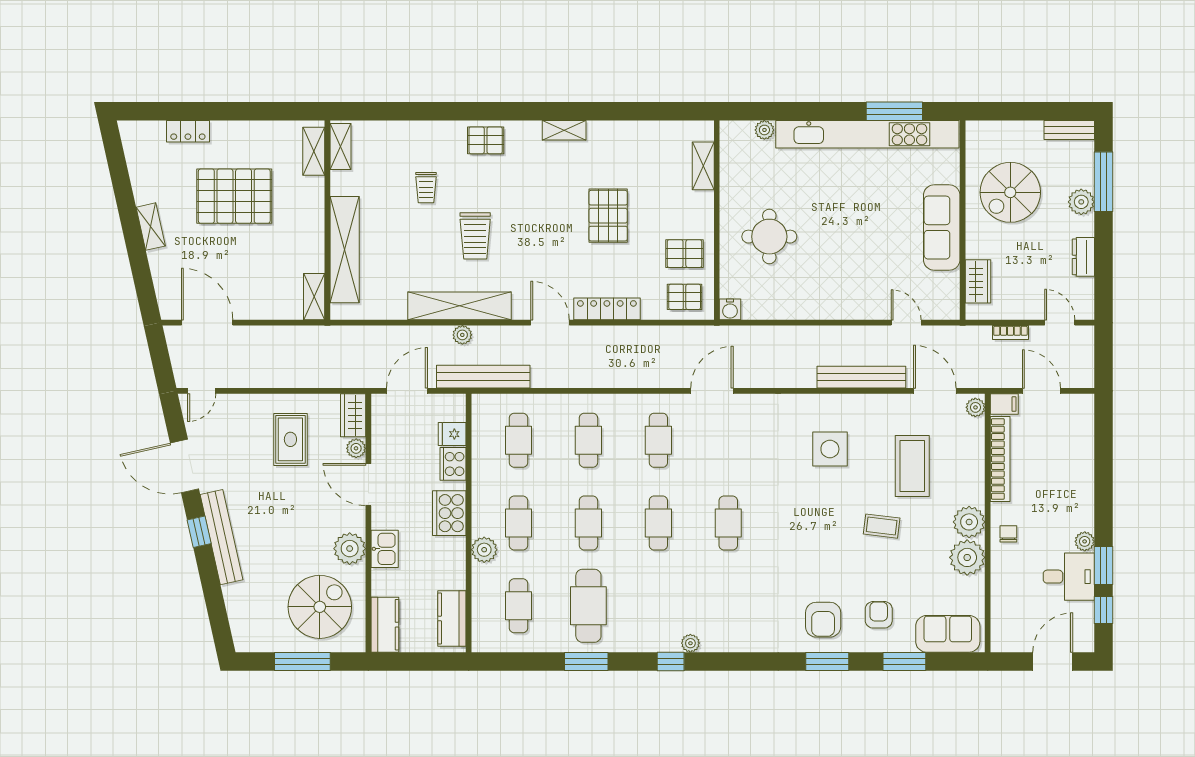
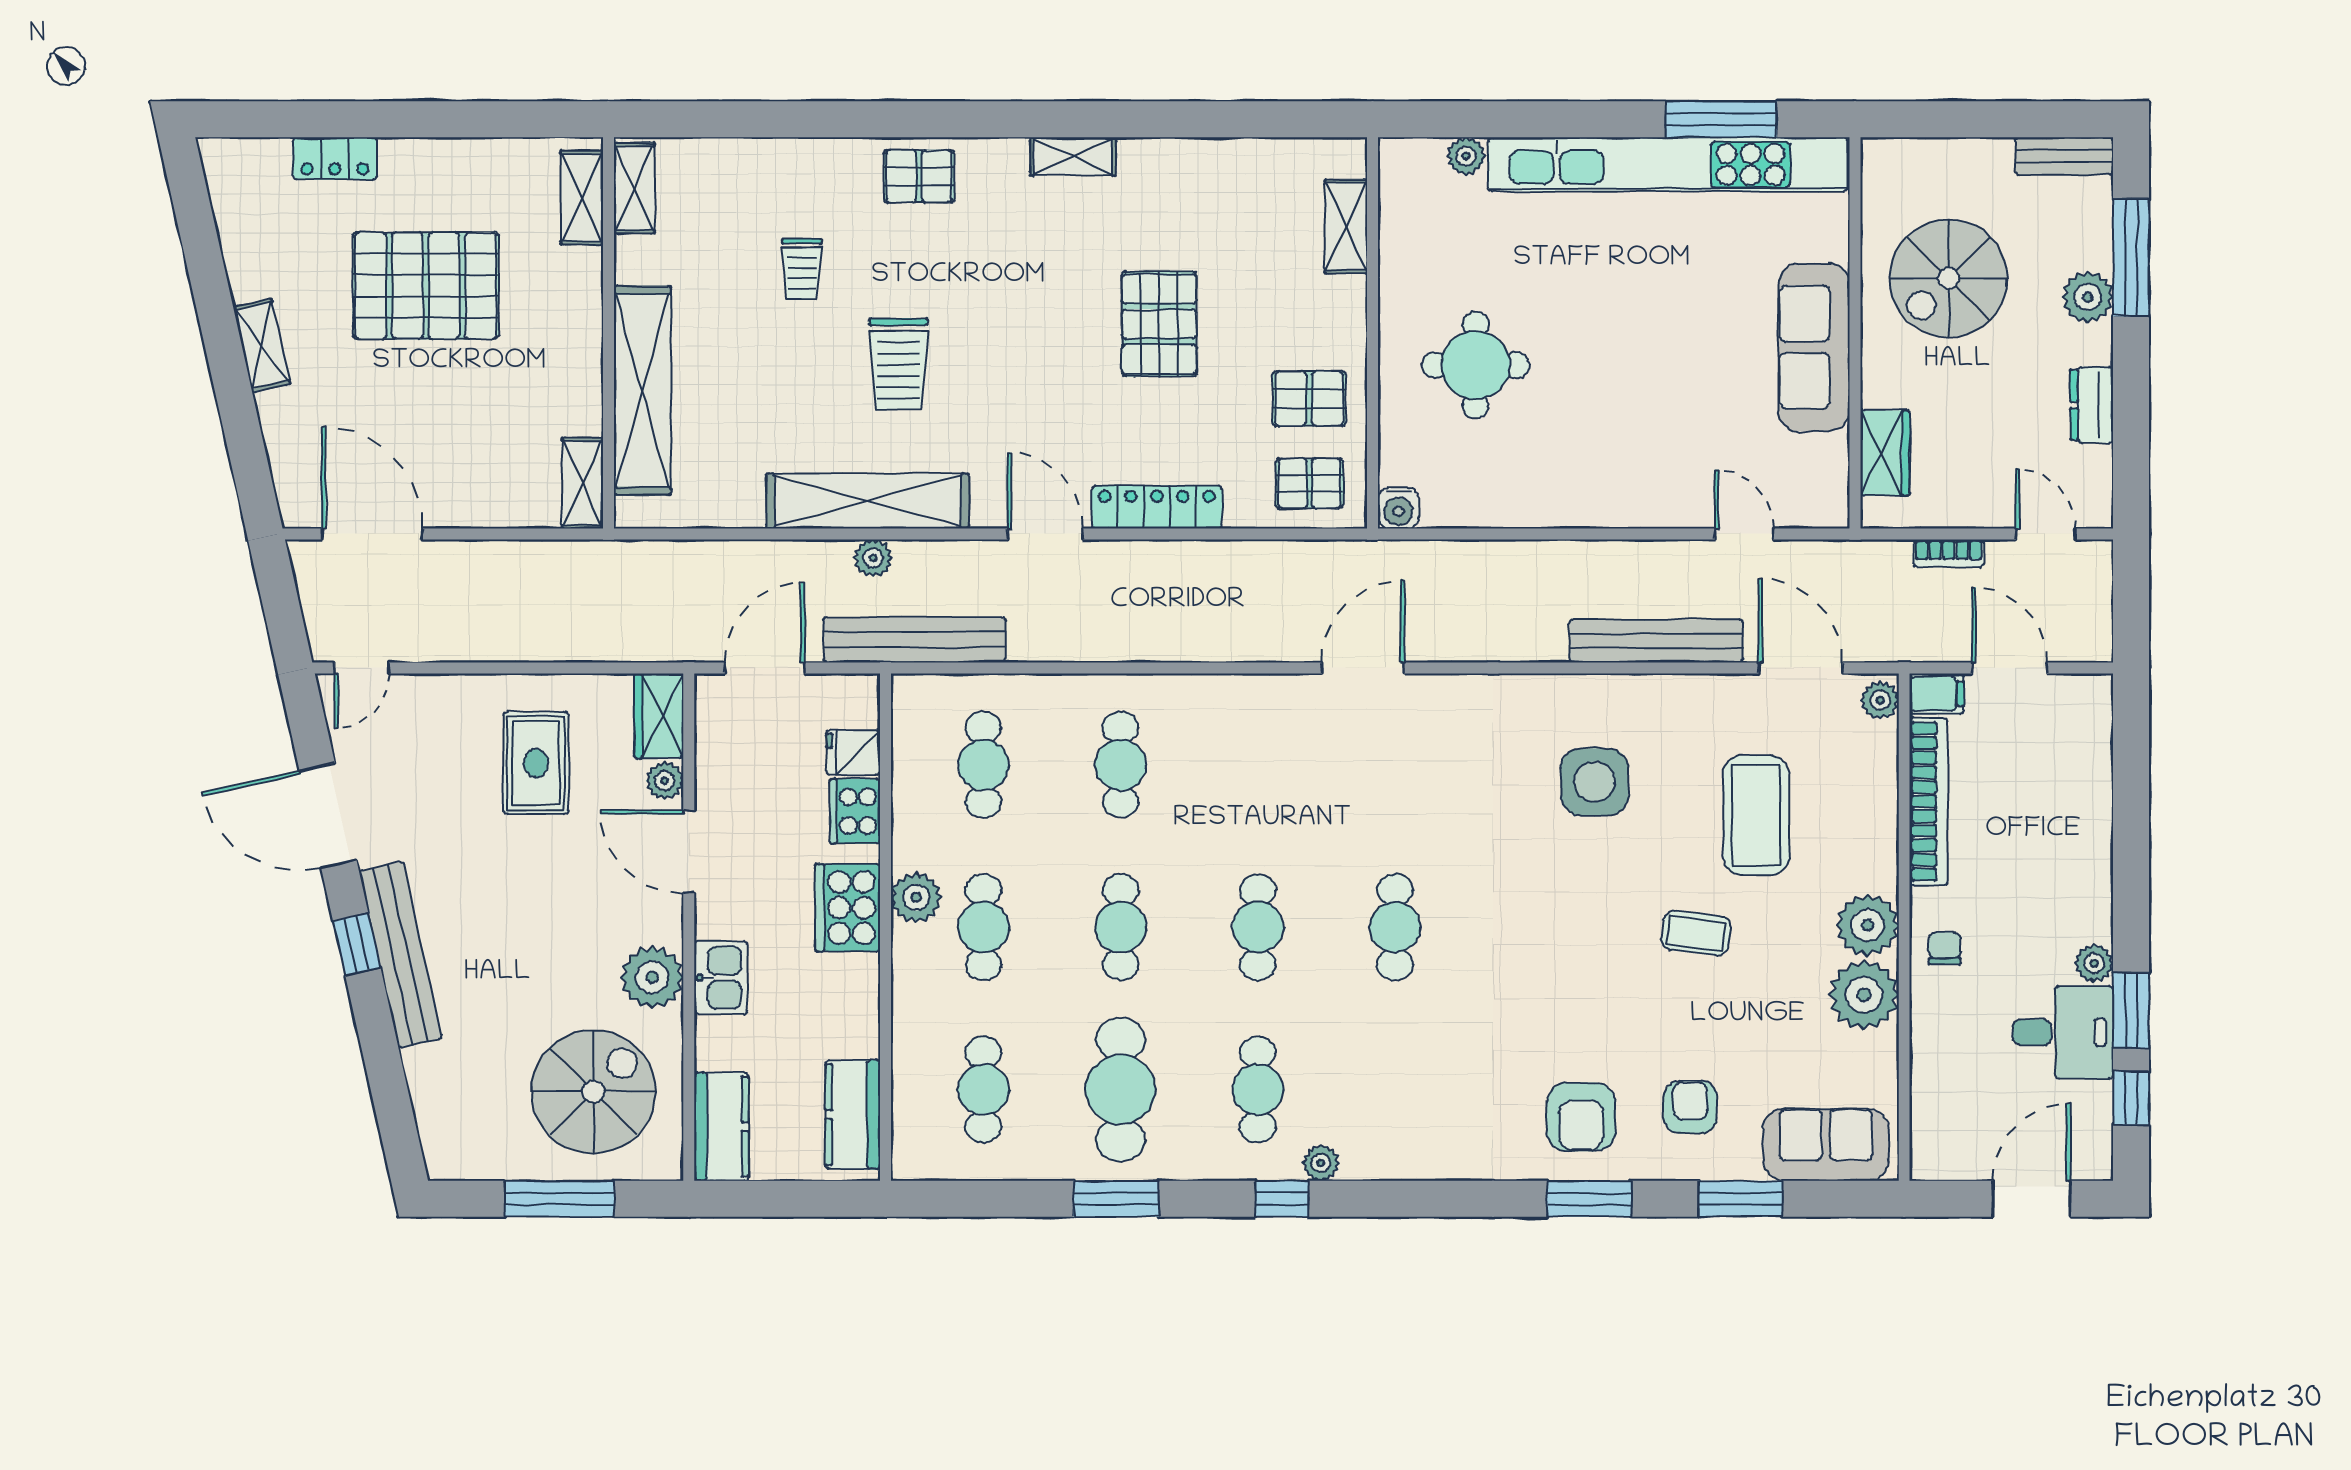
cafe table: (658, 440) -> (1258, 1090), moved
plant: (484, 550) -> (916, 897), moved

